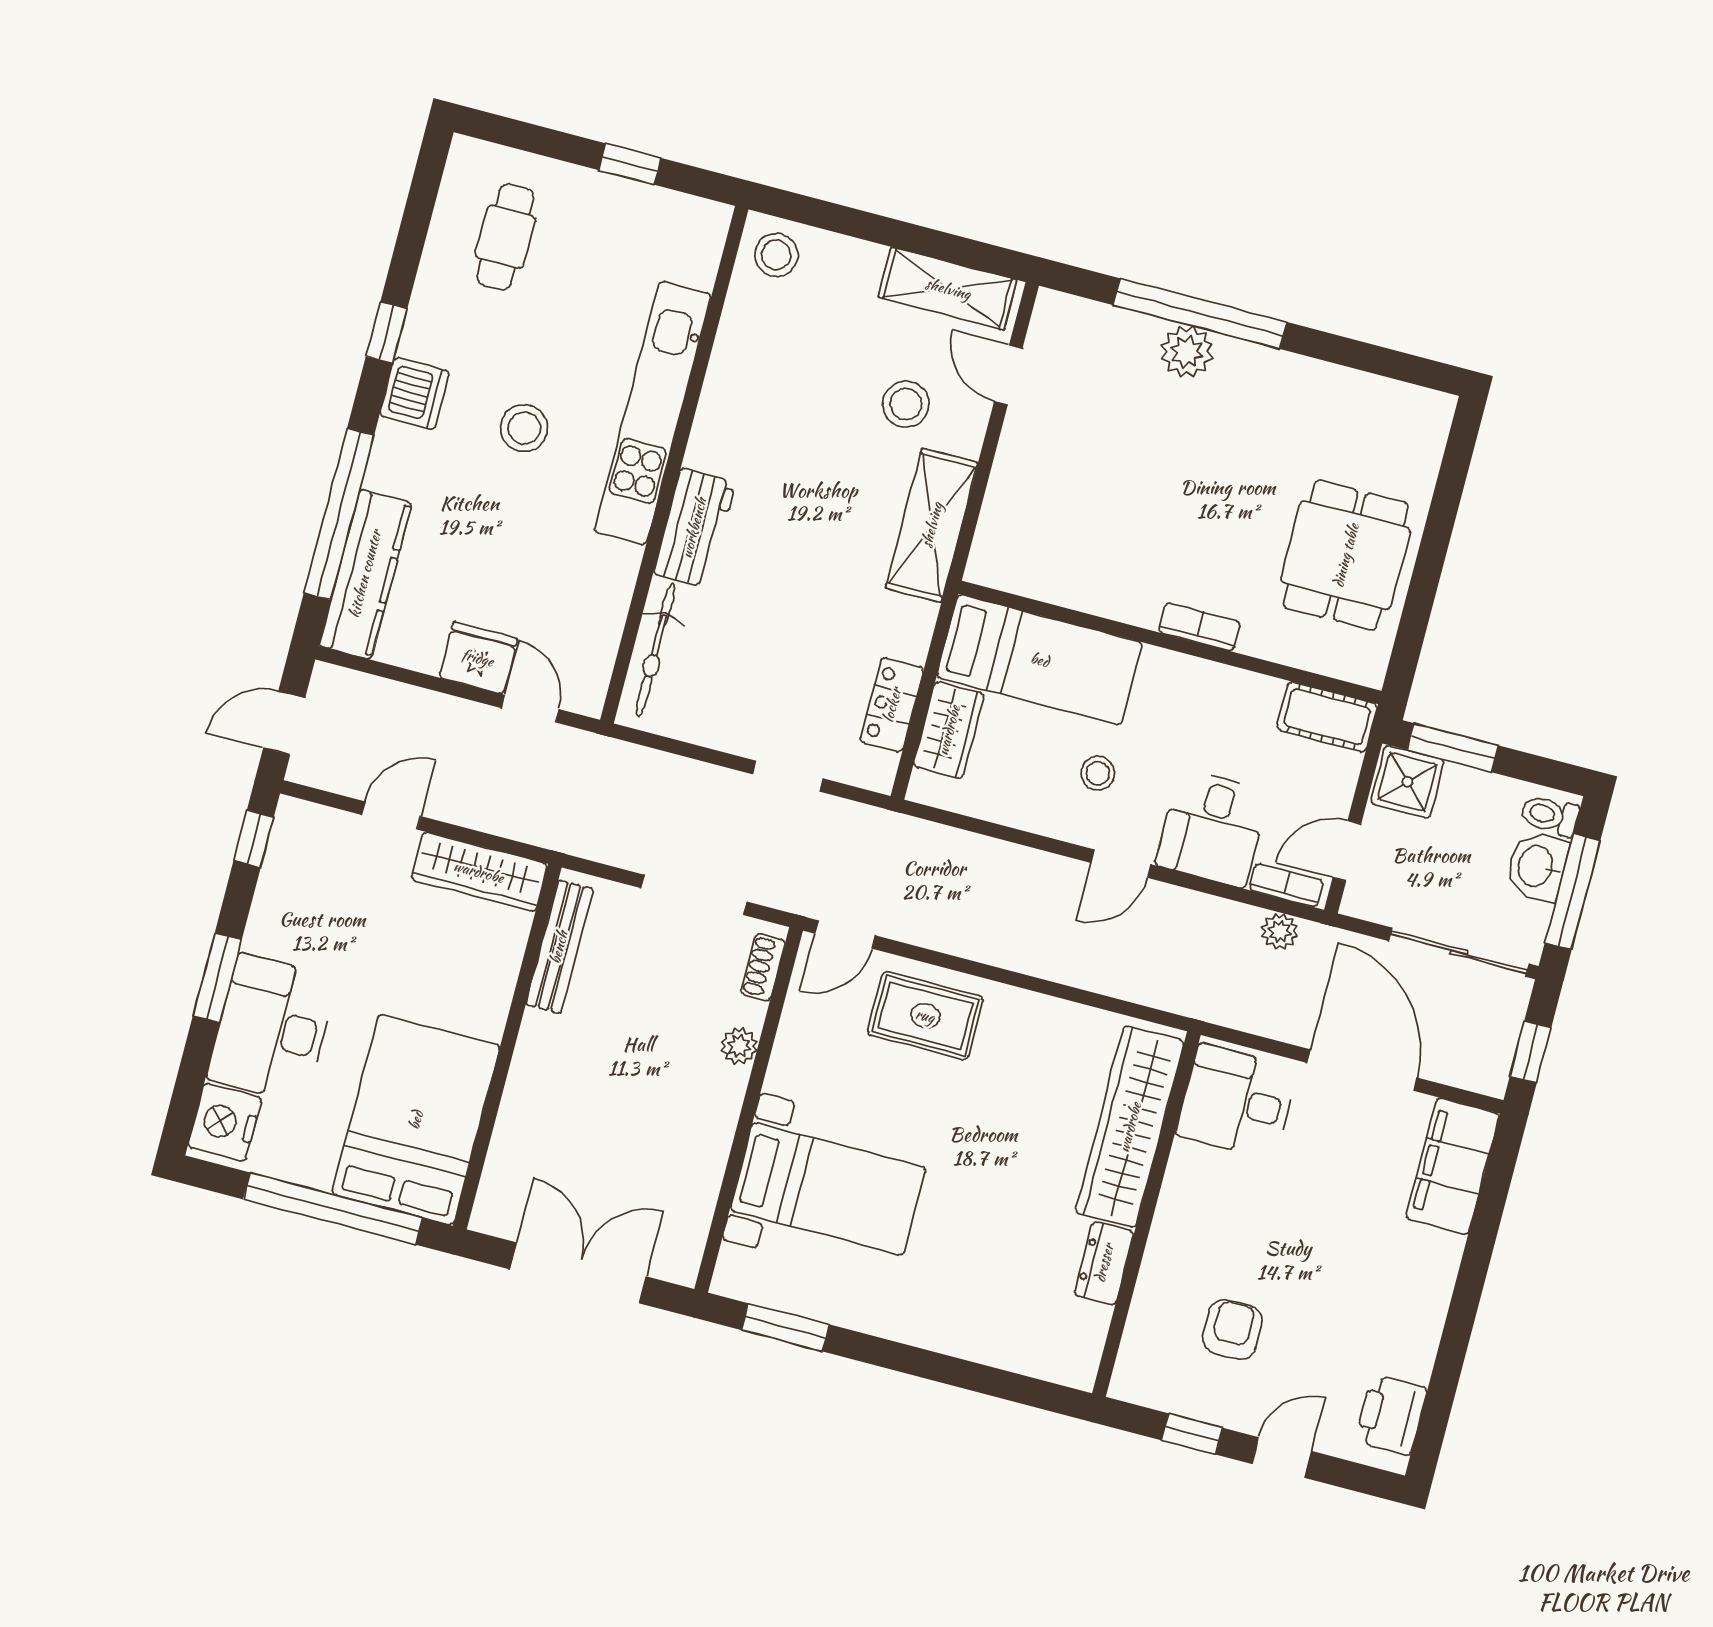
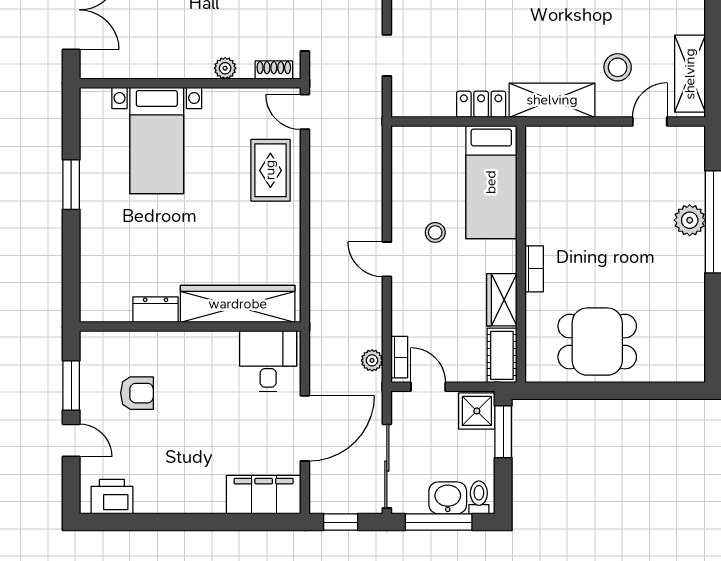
locker: (892, 705) -> (481, 104), moved
wardrobe: (949, 730) -> (502, 300), moved, turned 90
desk: (1213, 828) -> (421, 306), removed
window: (785, 1327) -> (71, 185), moved
window: (1192, 1434) -> (71, 386), width x1.50

